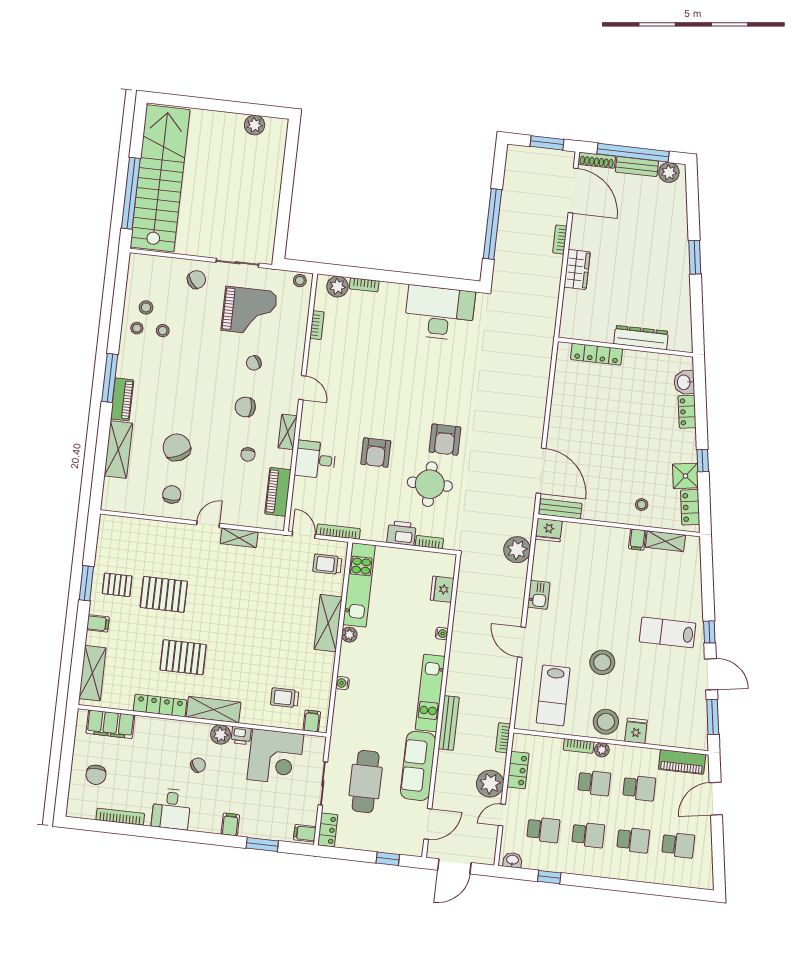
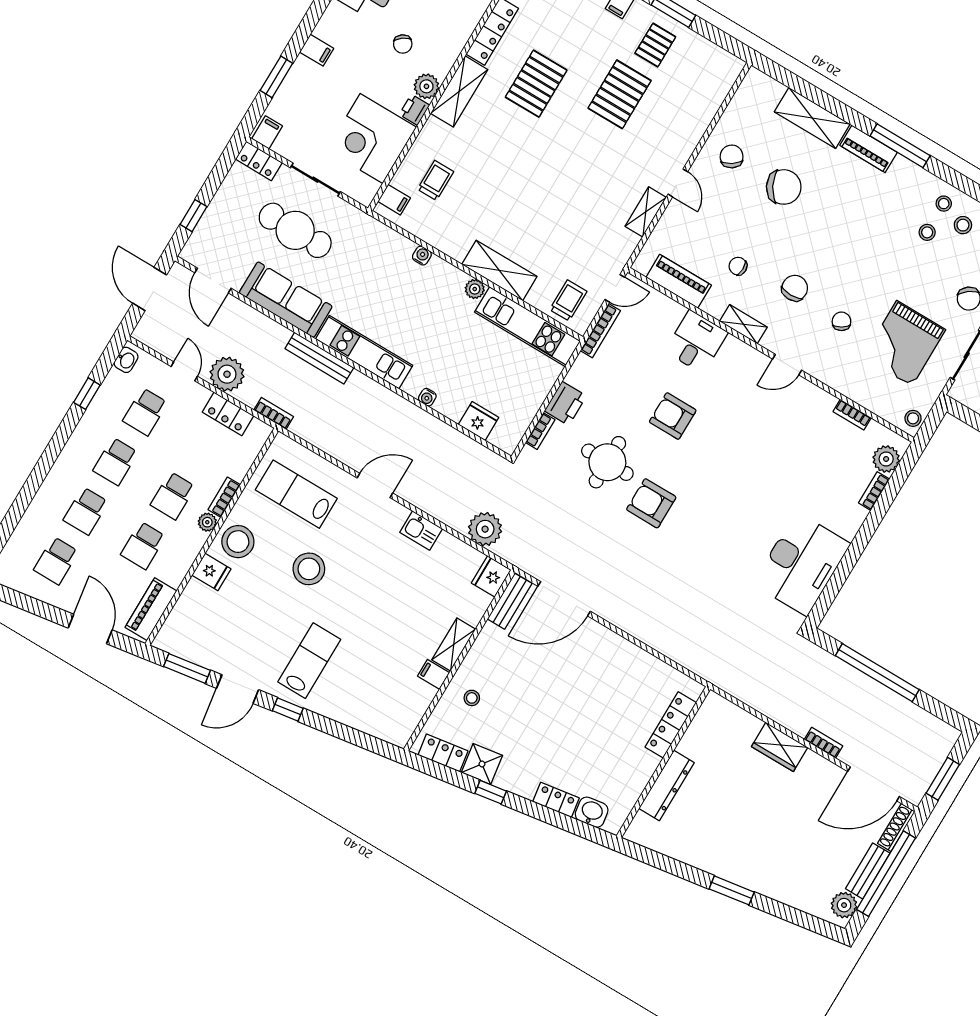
chair: (172, 494) -> (732, 156), turned -124
shelving: (665, 541) -> (454, 644), moved

